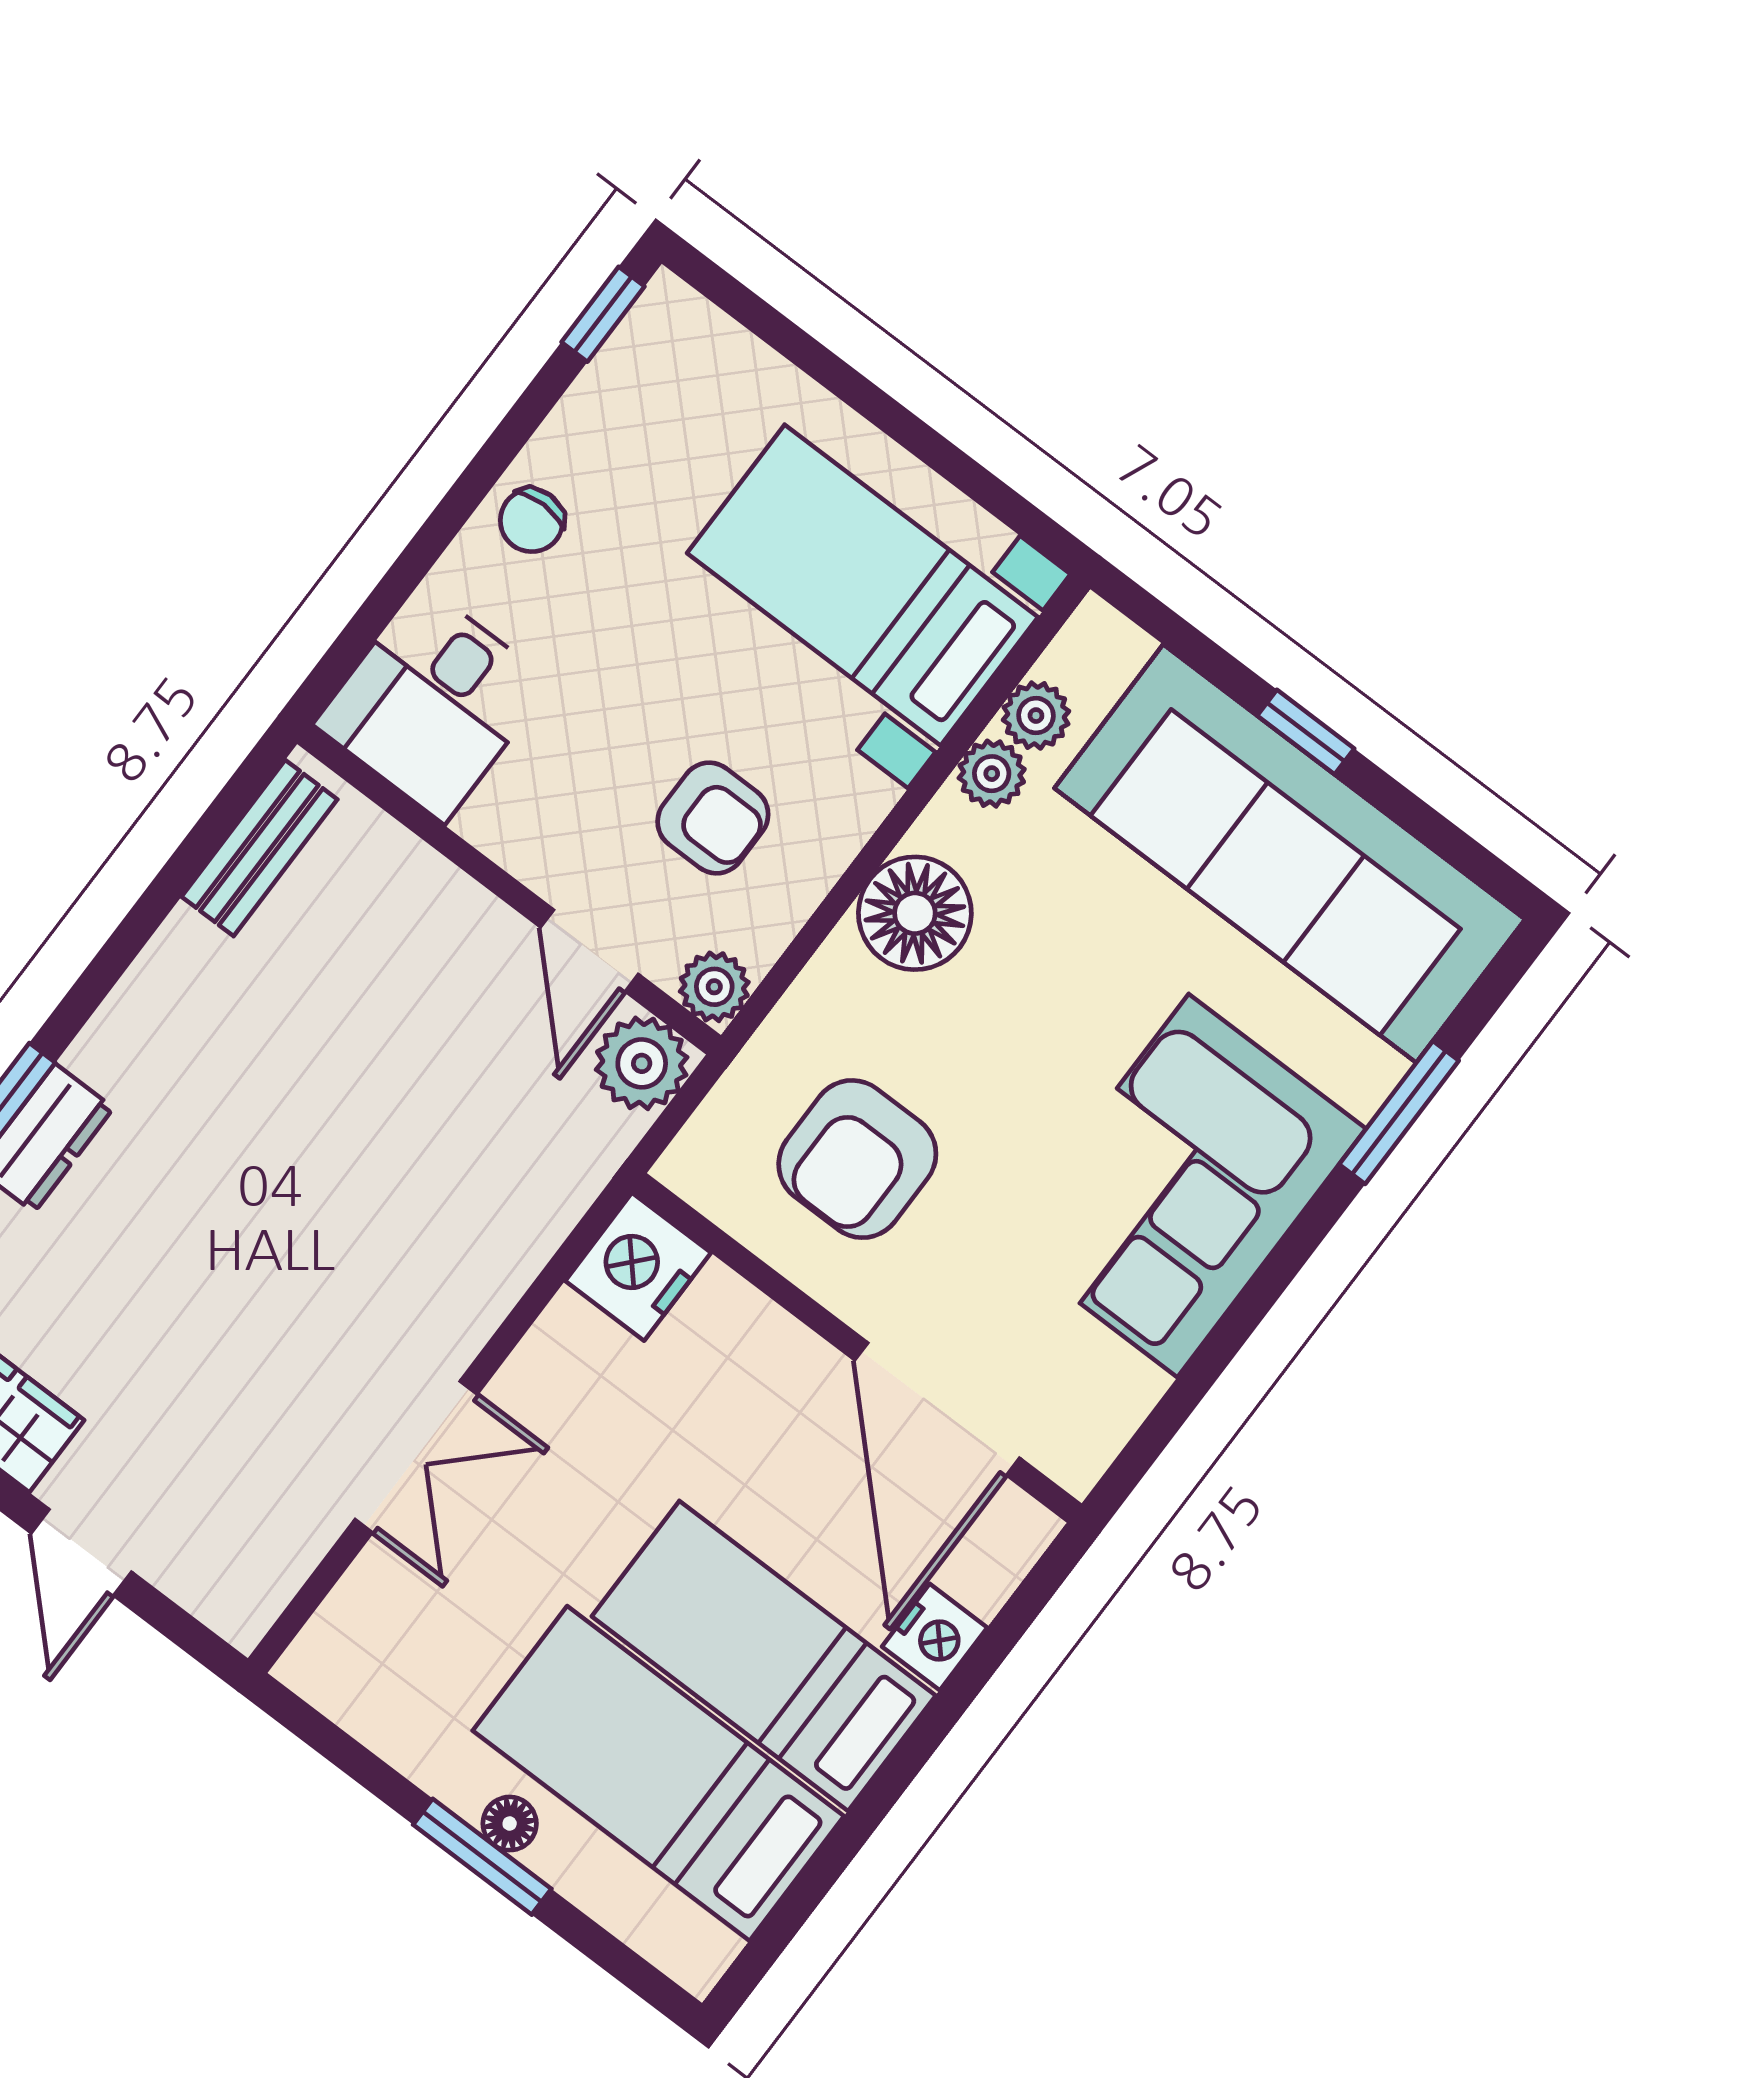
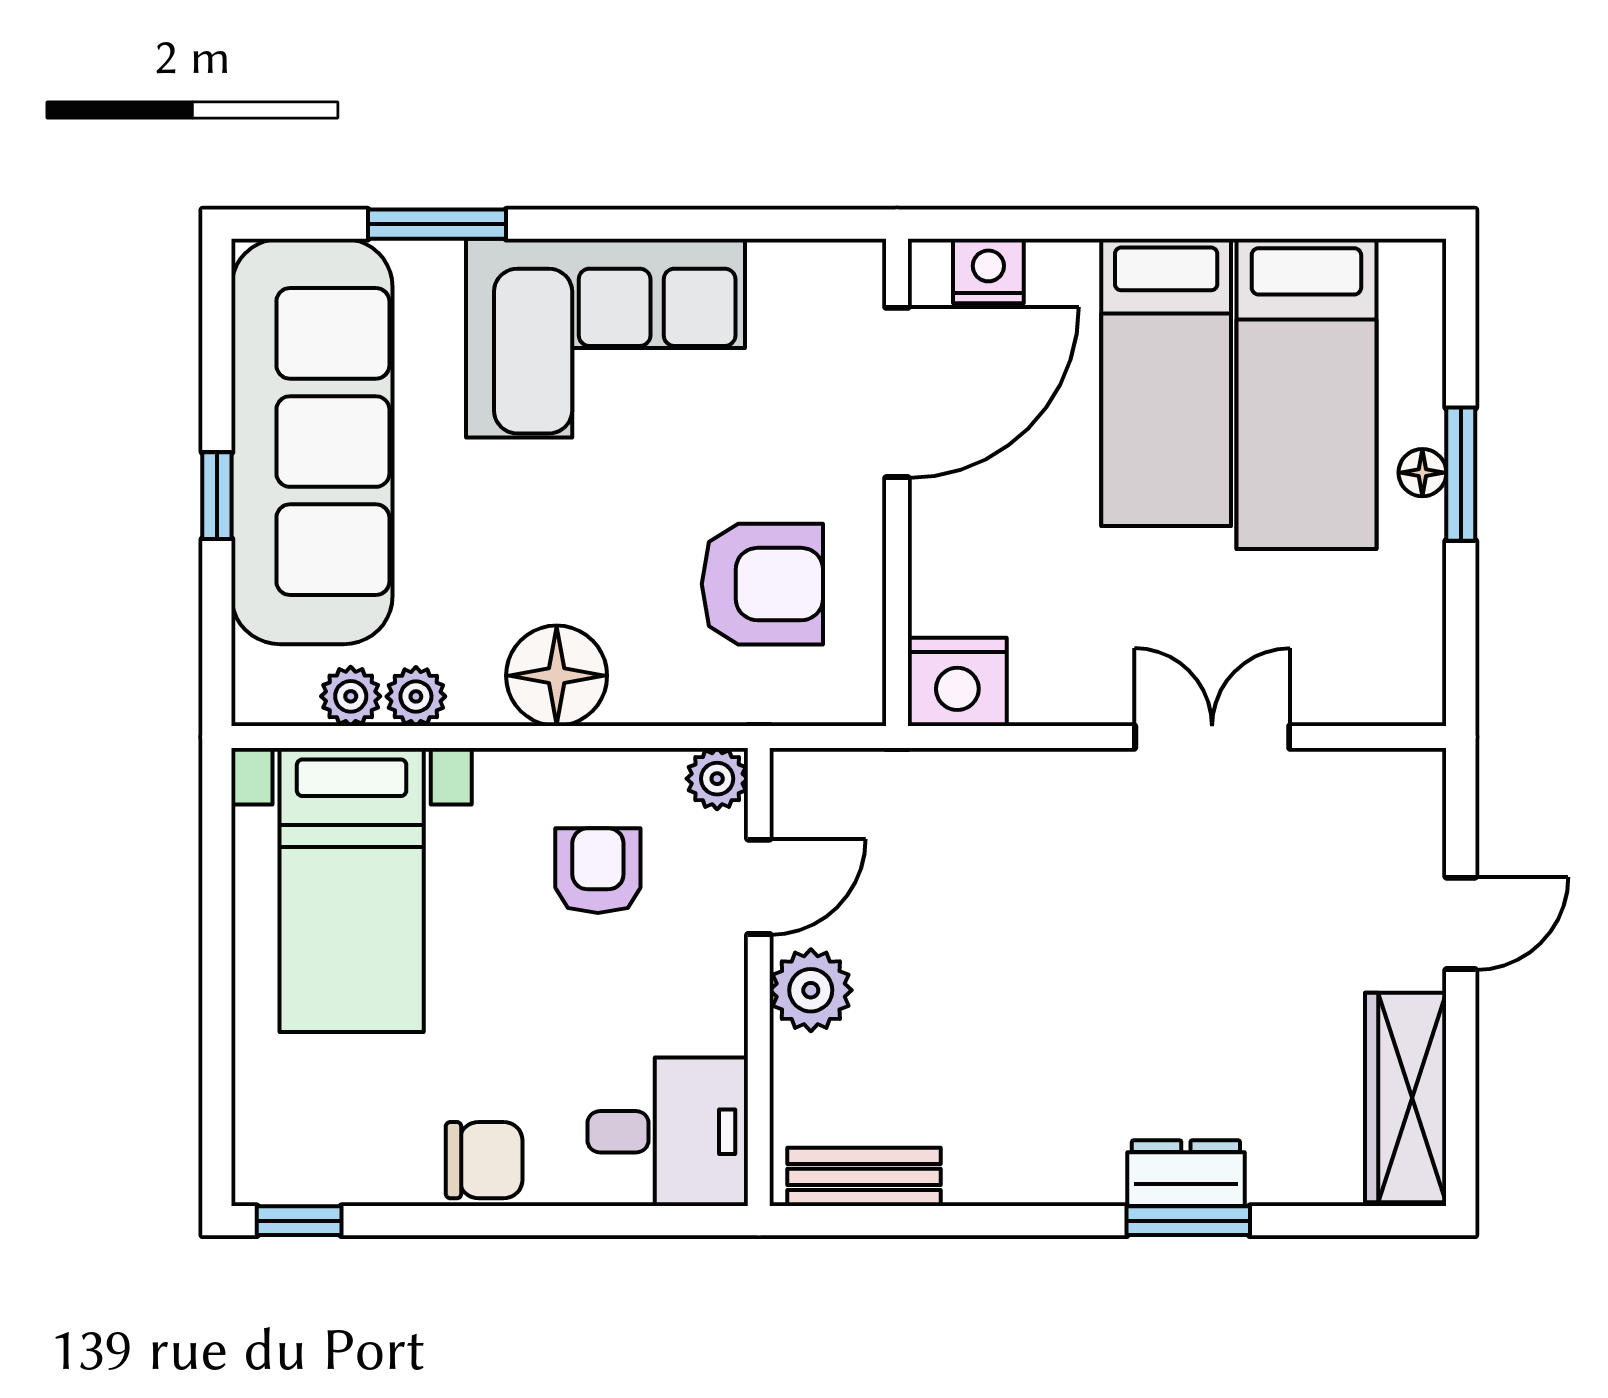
chair: (532, 520) -> (484, 1160), width x1.37, depth x1.37
plant: (642, 1063) -> (811, 990), moved
nightstand: (935, 1637) -> (988, 271), moved

